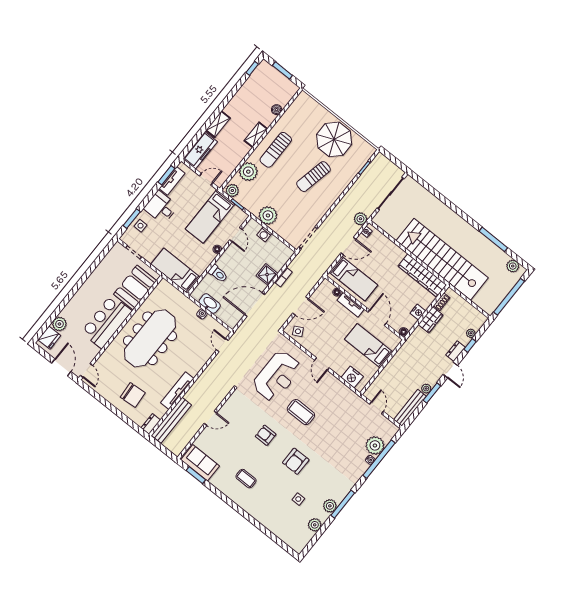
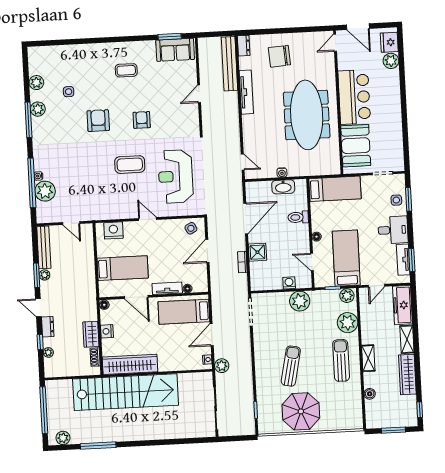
wardrobe: (239, 100) -> (407, 375), added
door: (87, 370) -> (335, 43), hinge flipped
armchair: (266, 435) -> (142, 120), turned -90

